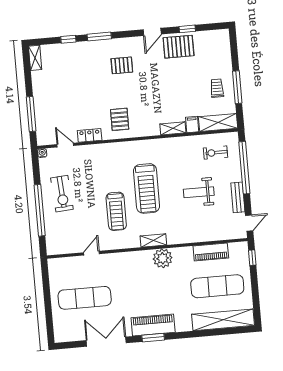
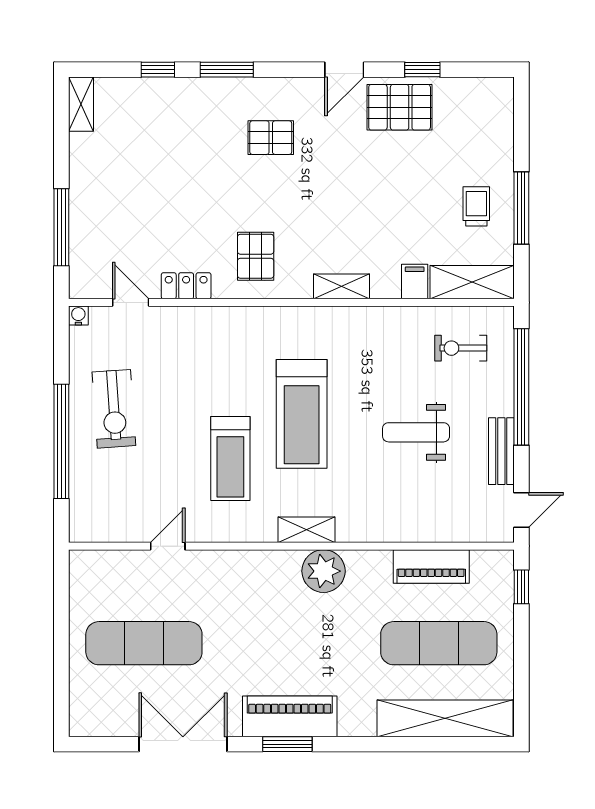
shelving: (173, 128) -> (342, 286), moved

